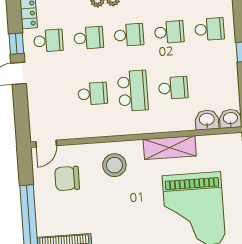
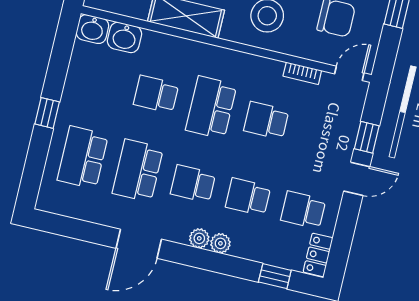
school desk: (210, 29) -> (83, 157), width x1.85
school desk: (169, 32) -> (138, 171), width x1.85
window: (16, 44) -> (367, 137), moved
bookcase: (78, 134) -> (302, 73), added

